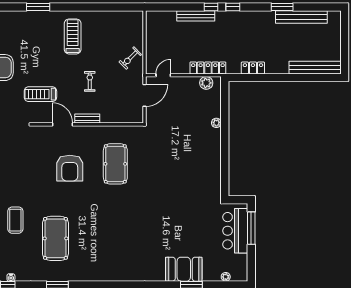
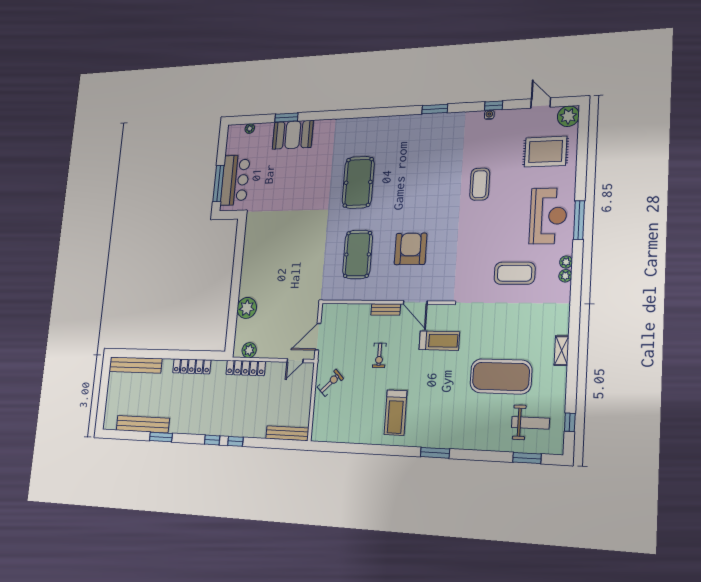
bench: (196, 16) -> (287, 433), moved
locker: (253, 68) -> (192, 366), width x1.53
plant: (216, 123) -> (247, 308), width x1.88, depth x1.88
pool table: (55, 238) -> (358, 182), moved

